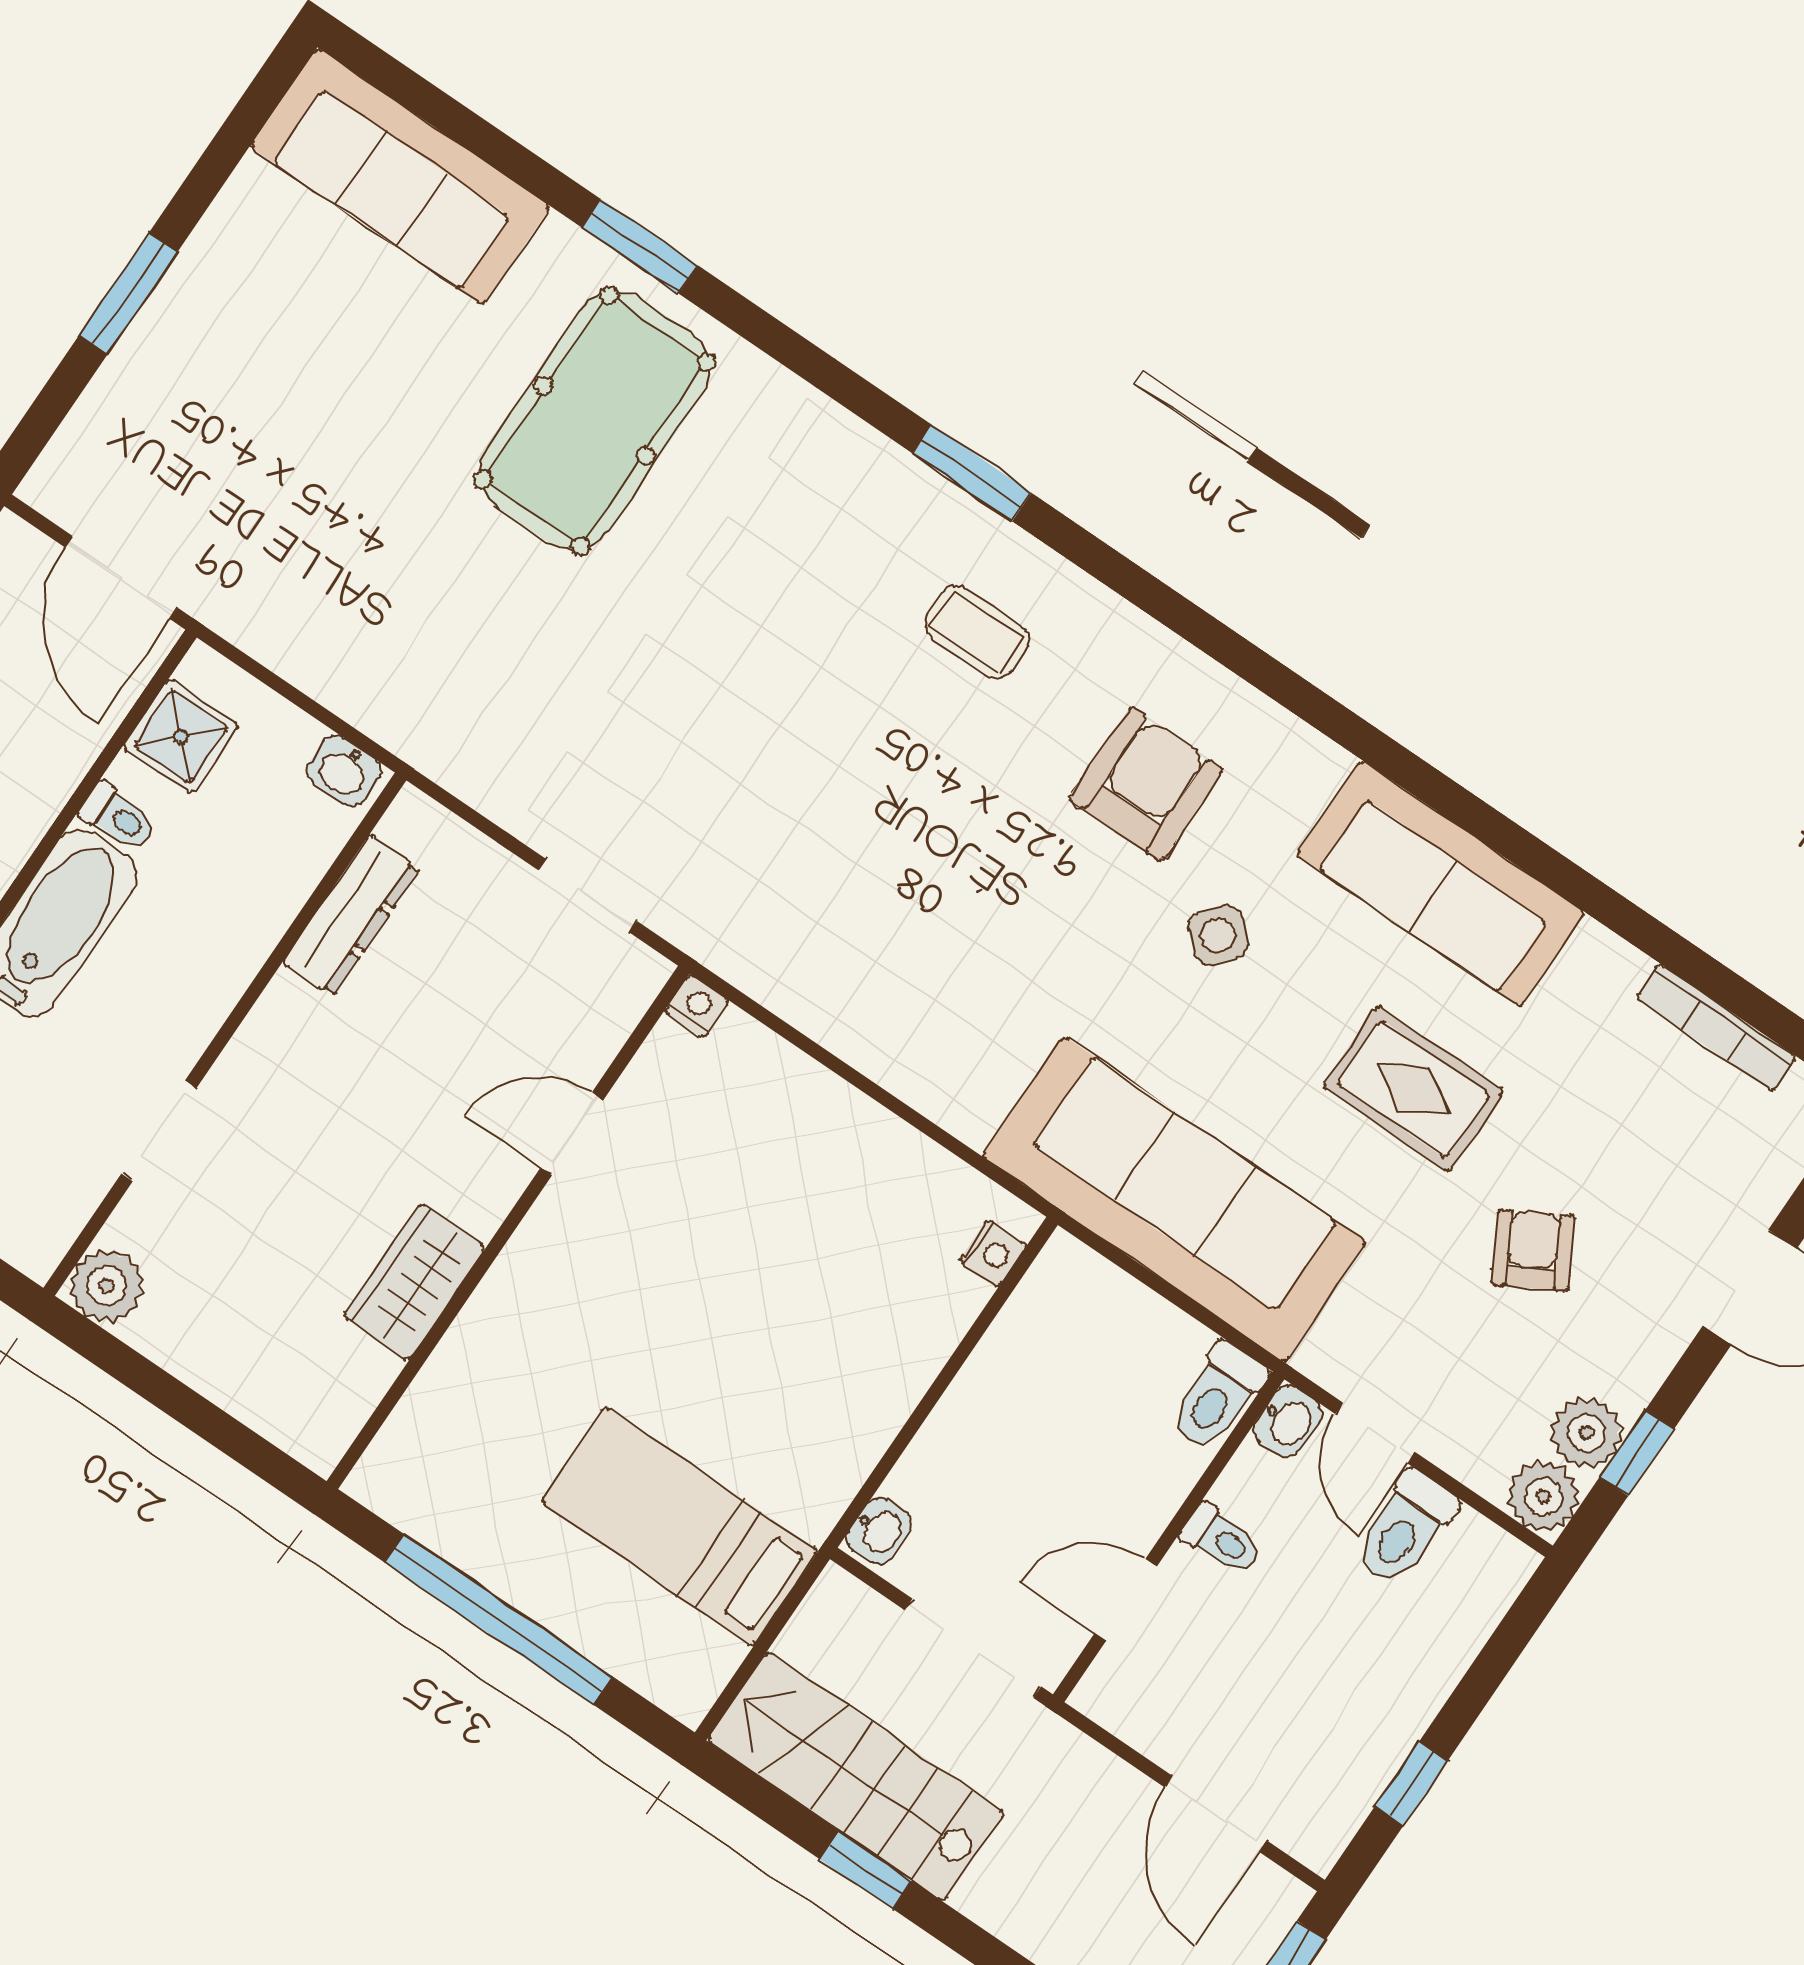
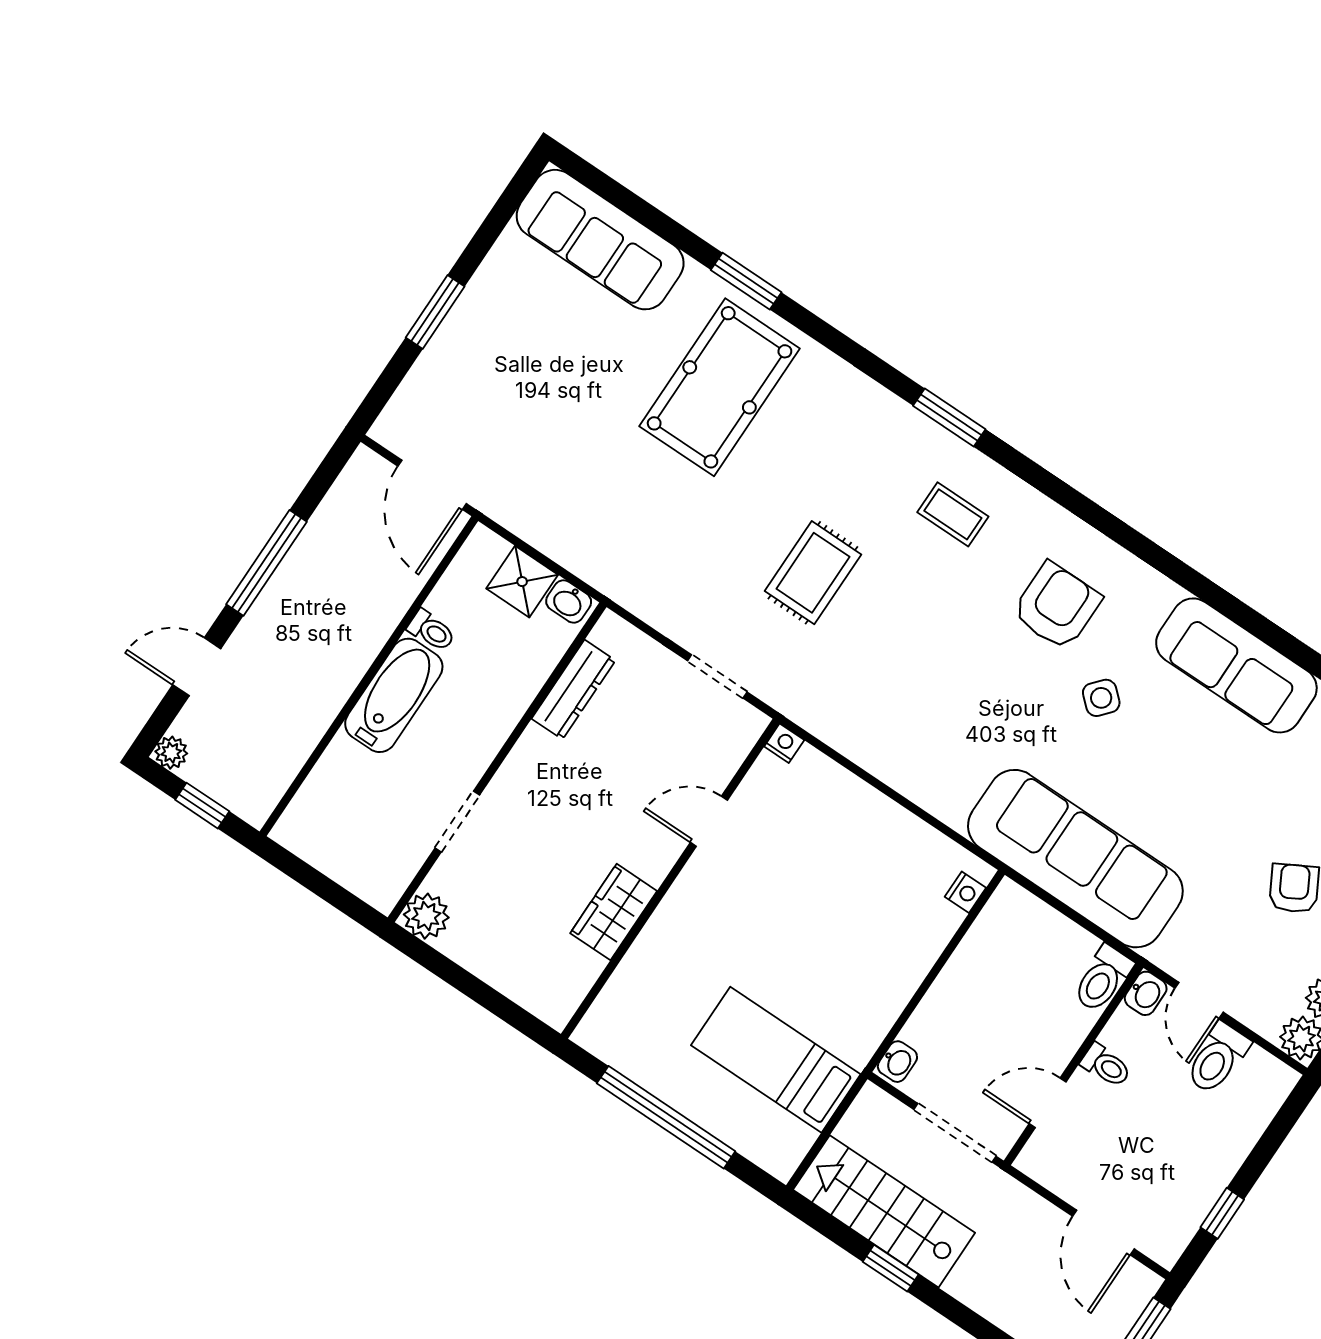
shower: (181, 736) -> (522, 582), moved
rug: (1413, 1089) -> (813, 573), moved, turned 90

